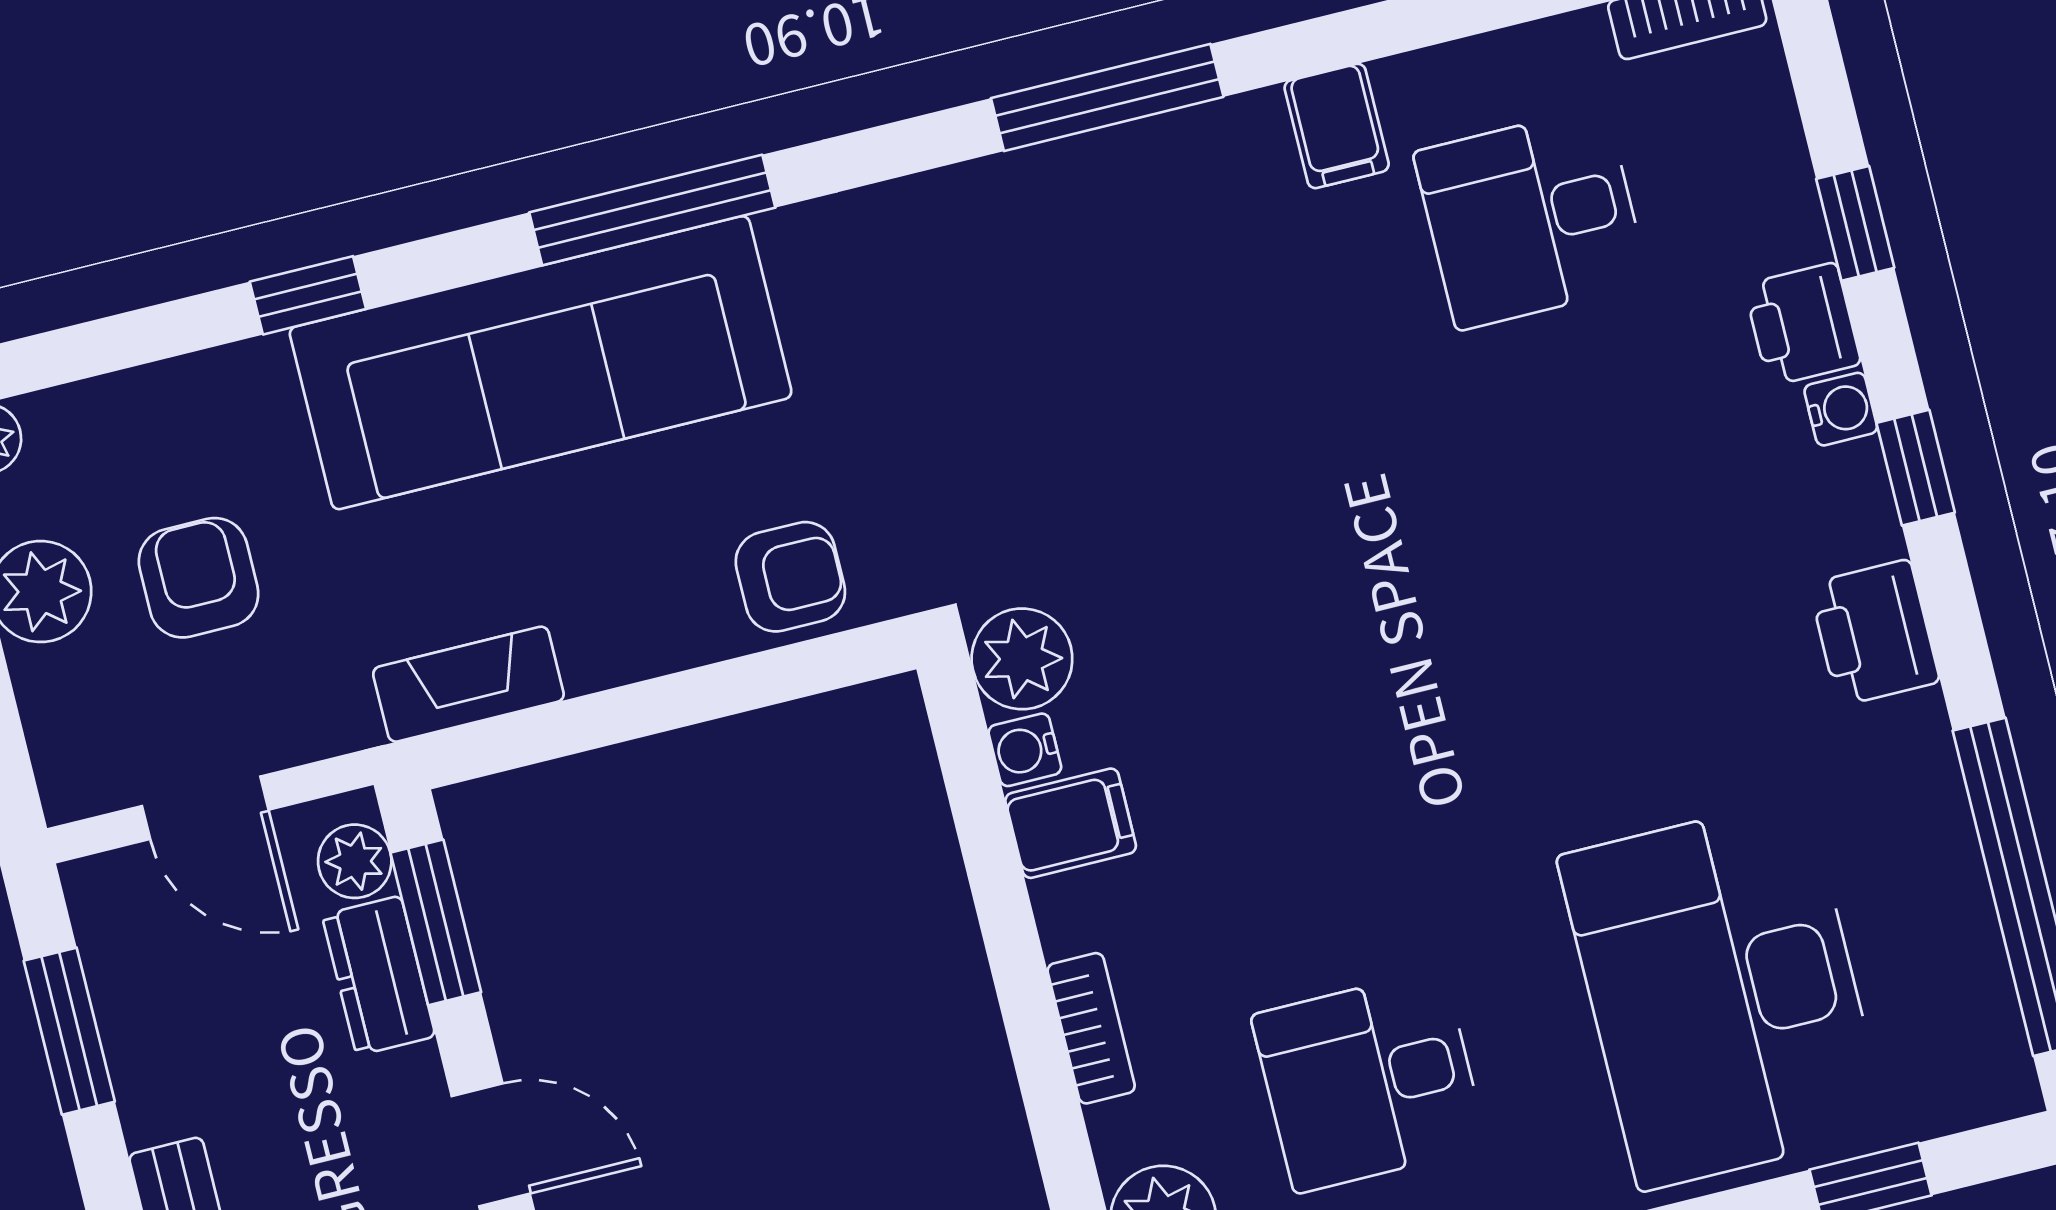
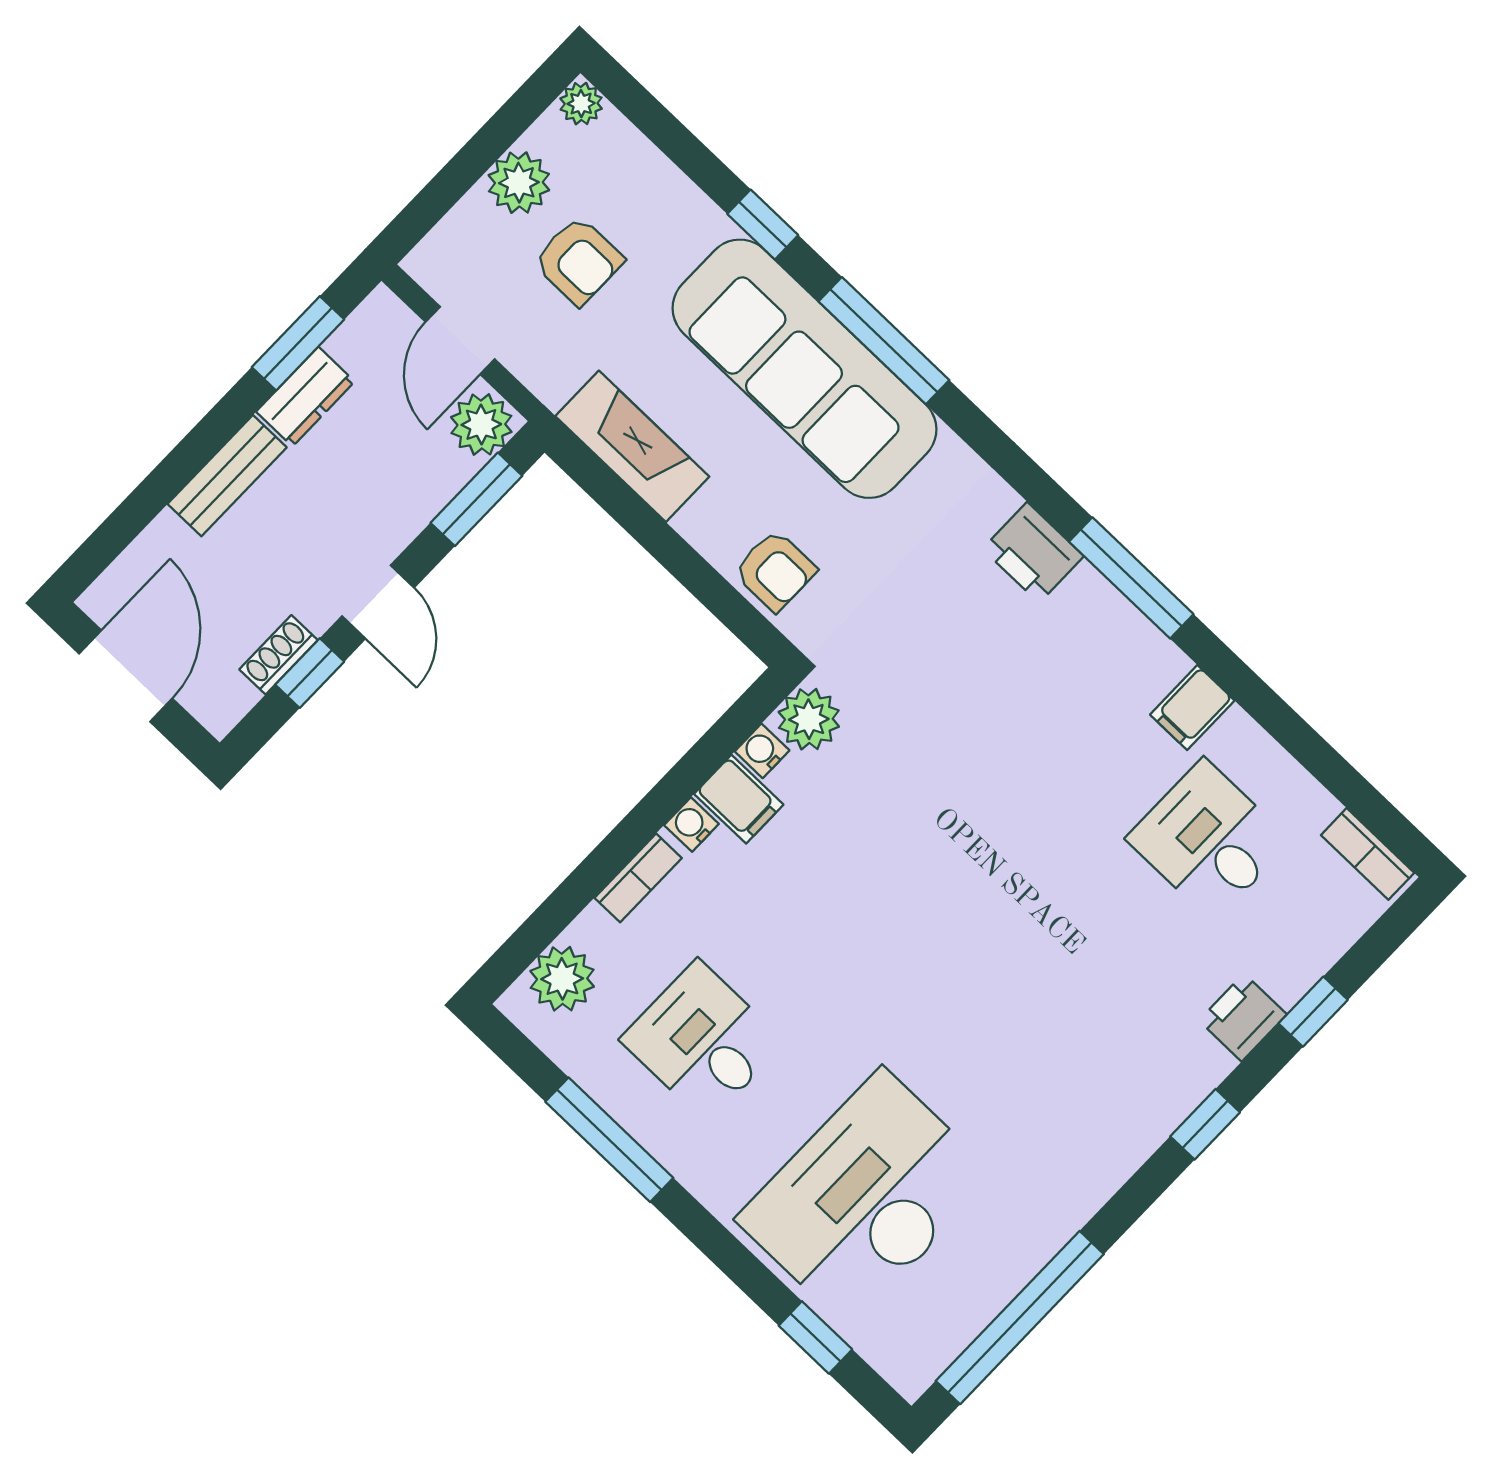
window: (652, 210) -> (884, 341), moved
water cooler: (1841, 409) -> (691, 824), moved, turned 180
armchair: (199, 578) -> (578, 261), turned 90
printer: (1874, 633) -> (1033, 552), moved, turned -90
fireplace: (468, 684) -> (632, 446), width x1.37, depth x1.32
plant: (355, 861) -> (481, 425), width x1.38, depth x1.38
dresser: (379, 976) -> (305, 397), moved, turned 180

